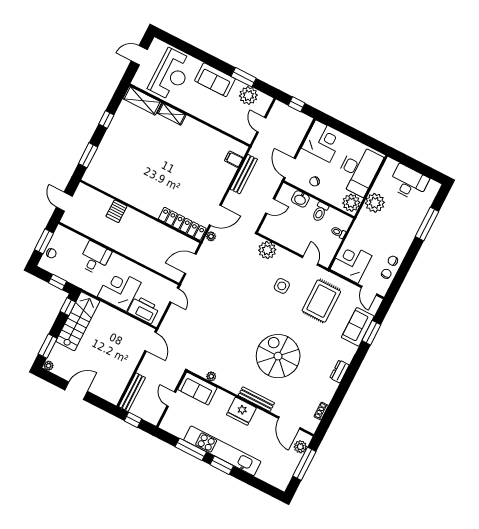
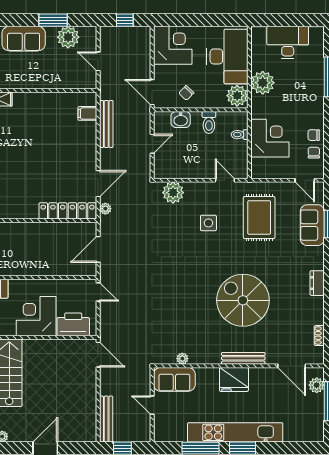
corner desk: (351, 262) -> (270, 138), moved, turned 90

